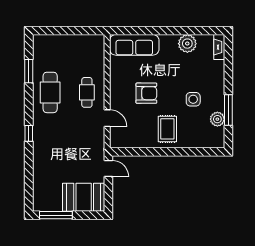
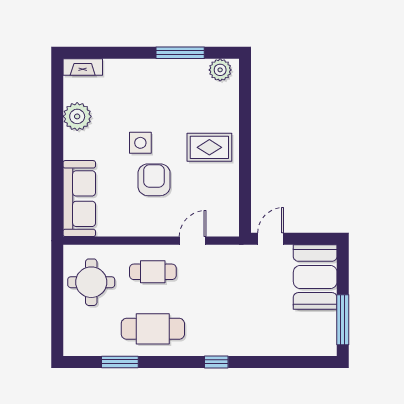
round table: (80, 53) -> (91, 282), added
side table: (193, 99) -> (140, 143), moved
plant: (217, 119) -> (220, 70), moved

